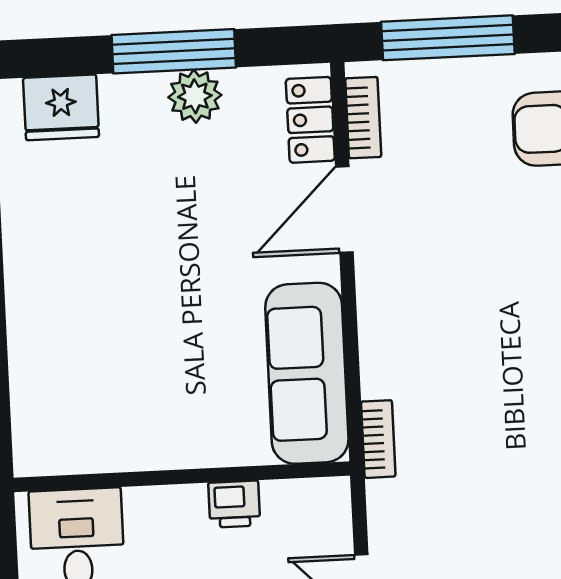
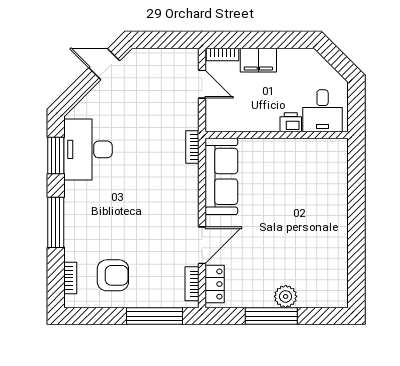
plant: (195, 96) -> (286, 296), moved
fridge: (61, 107) -> (320, 294), removed
printer: (234, 504) -> (291, 122), moved

